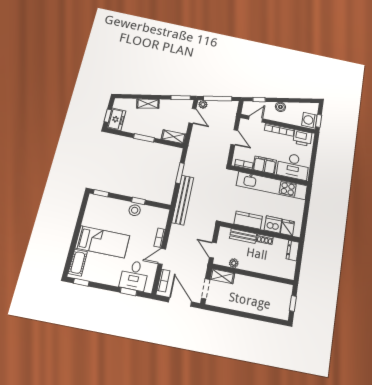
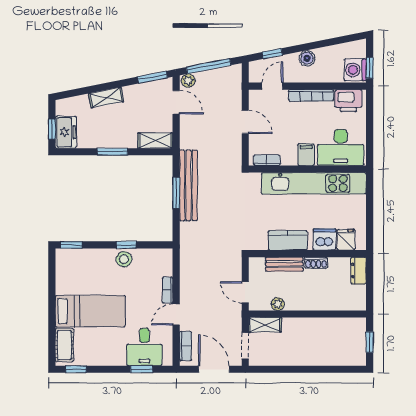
filing cabinet: (265, 165) -> (306, 155), width x0.50
bench: (183, 200) -> (188, 185), moved

